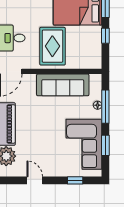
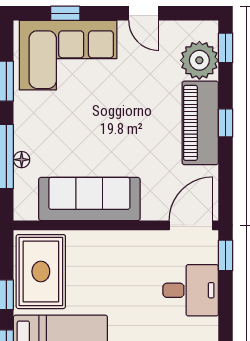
rug: (52, 46) -> (41, 272), moved
corner sofa: (84, 144) -> (68, 55), moved, turned 90

